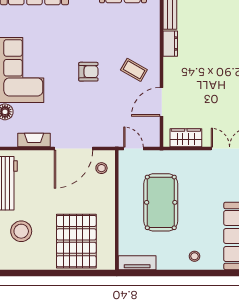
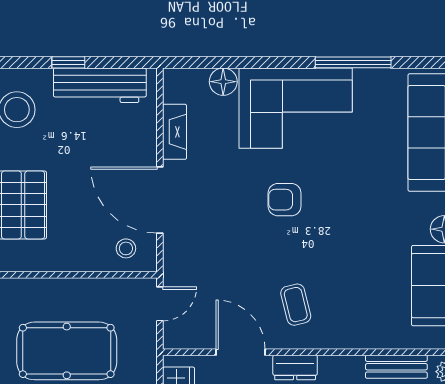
dresser: (170, 44) -> (295, 367), moved
coffee table: (134, 70) -> (296, 305), turned -44
armchair: (88, 72) -> (285, 200), moved, turned 90

